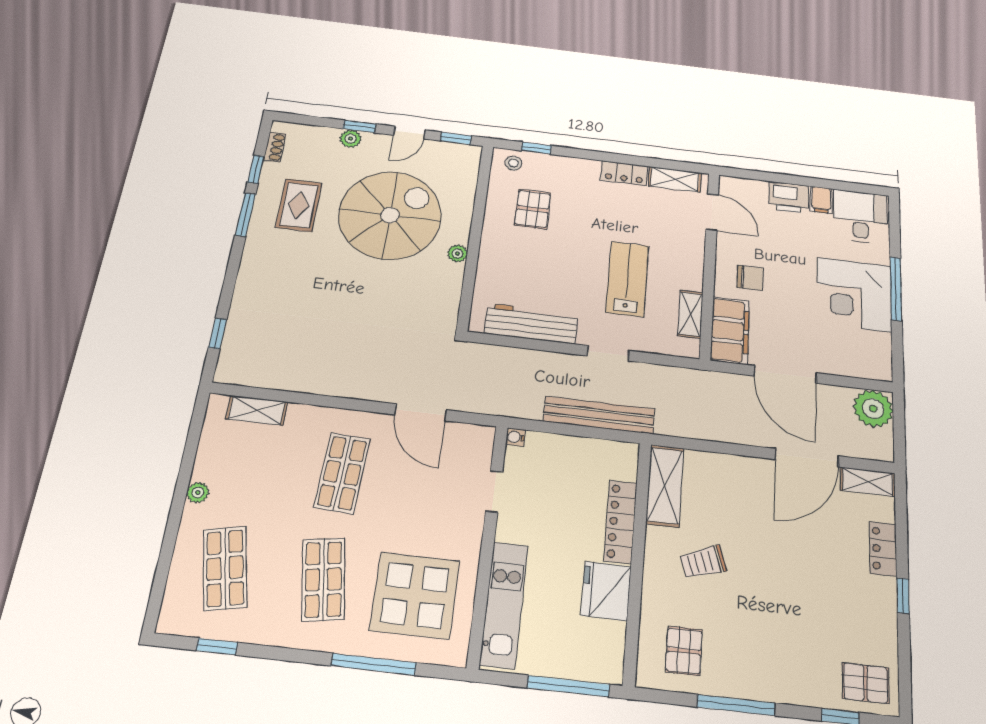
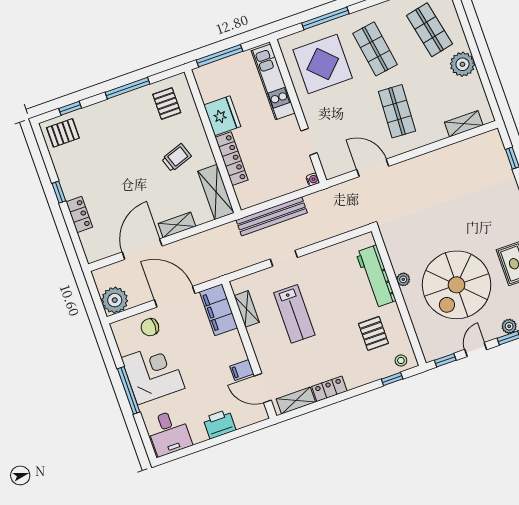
filing cabinet: (821, 200) -> (242, 370), moved, turned -90
chair: (750, 278) -> (150, 327), moved
workbench: (531, 324) -> (376, 276), moved, turned 90
shelving: (868, 482) -> (177, 225), moved
plant: (198, 492) -> (462, 64), width x1.87, depth x1.87

